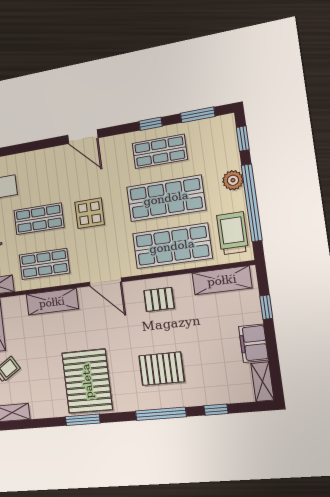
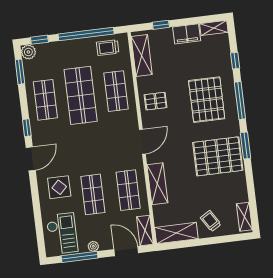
window: (151, 124) -> (27, 128), moved
plant: (233, 180) -> (28, 52), moved
display table: (90, 213) -> (59, 187), moved
trolley: (233, 233) -> (108, 48), width x0.73, depth x0.72
shop shelf: (172, 246) -> (116, 91), width x0.70, depth x0.74
pallet: (159, 299) -> (156, 101), turned 90
pallet: (162, 369) -> (207, 100), width x1.37, depth x1.41
window: (83, 420) -> (245, 145), moved

